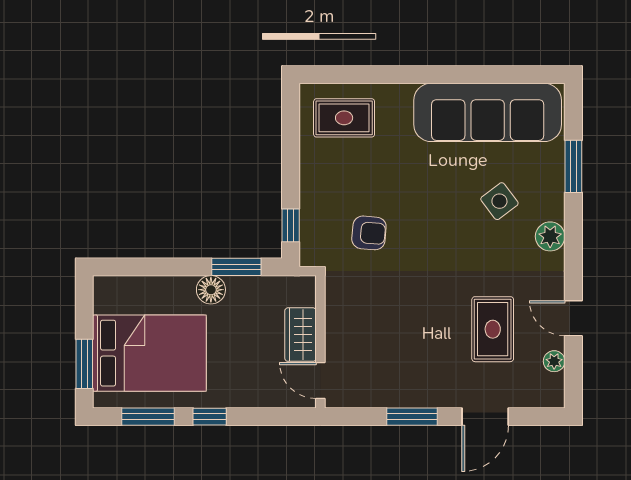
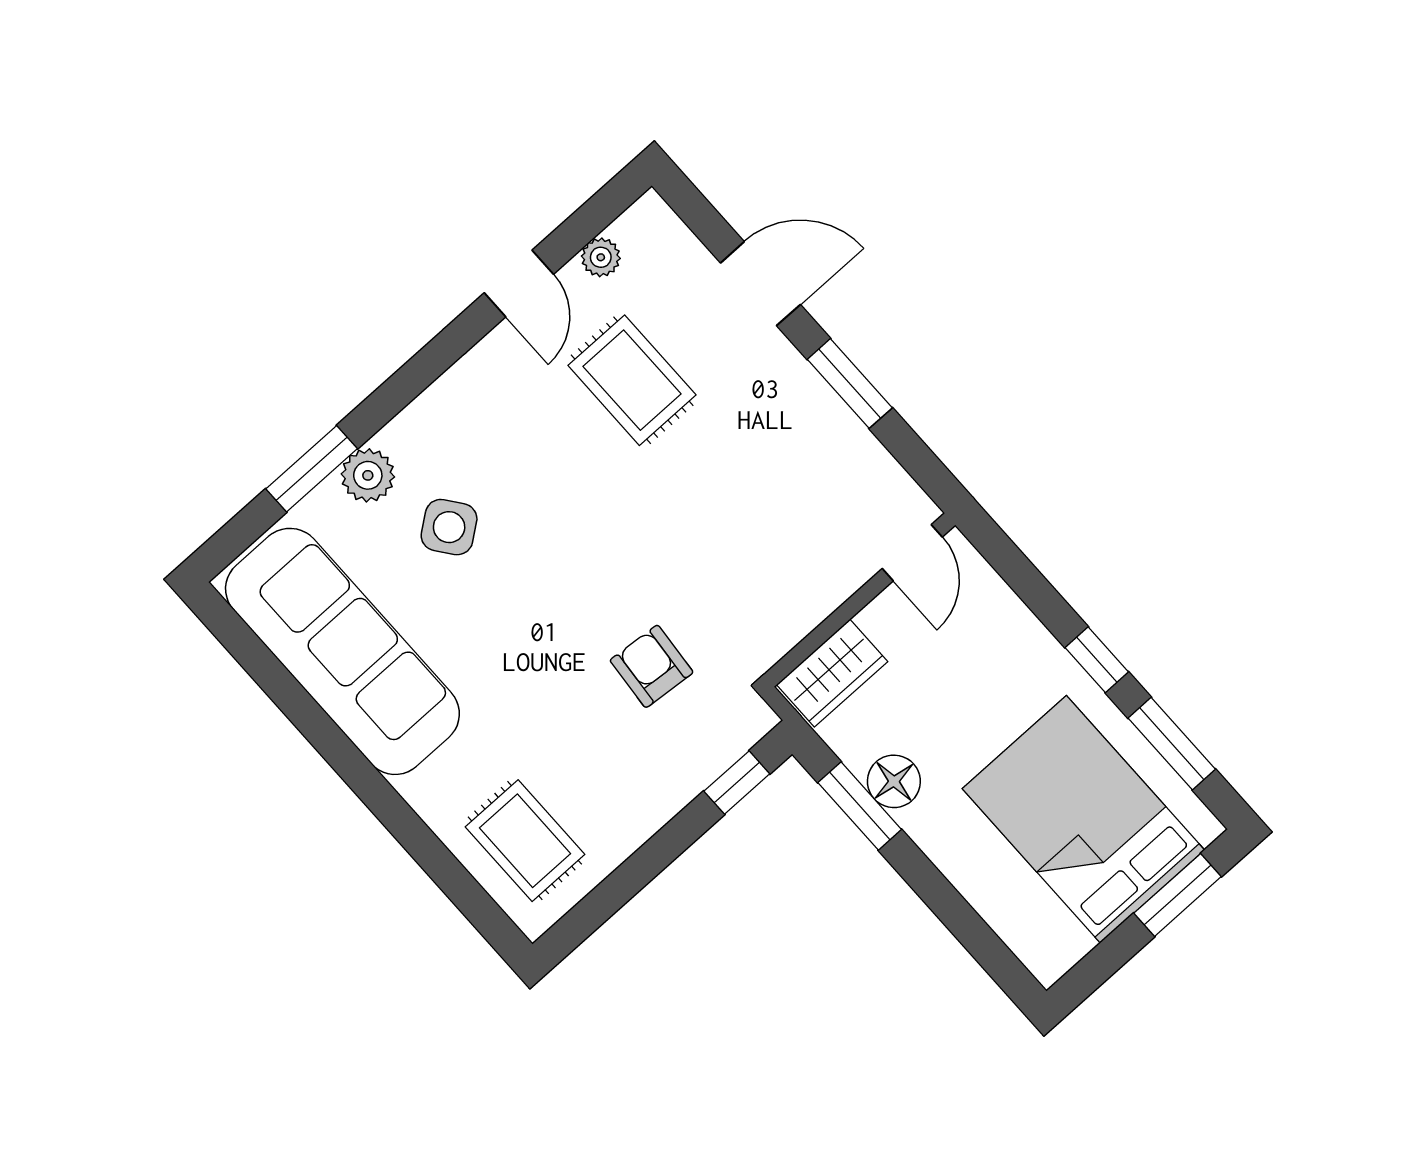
plant: (550, 236) -> (368, 475), moved
floor lamp: (211, 290) -> (894, 781), moved
rug: (493, 329) -> (632, 380), turned 90
wardrobe: (300, 335) -> (832, 673), moved

